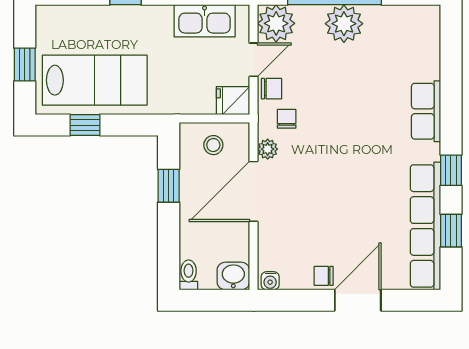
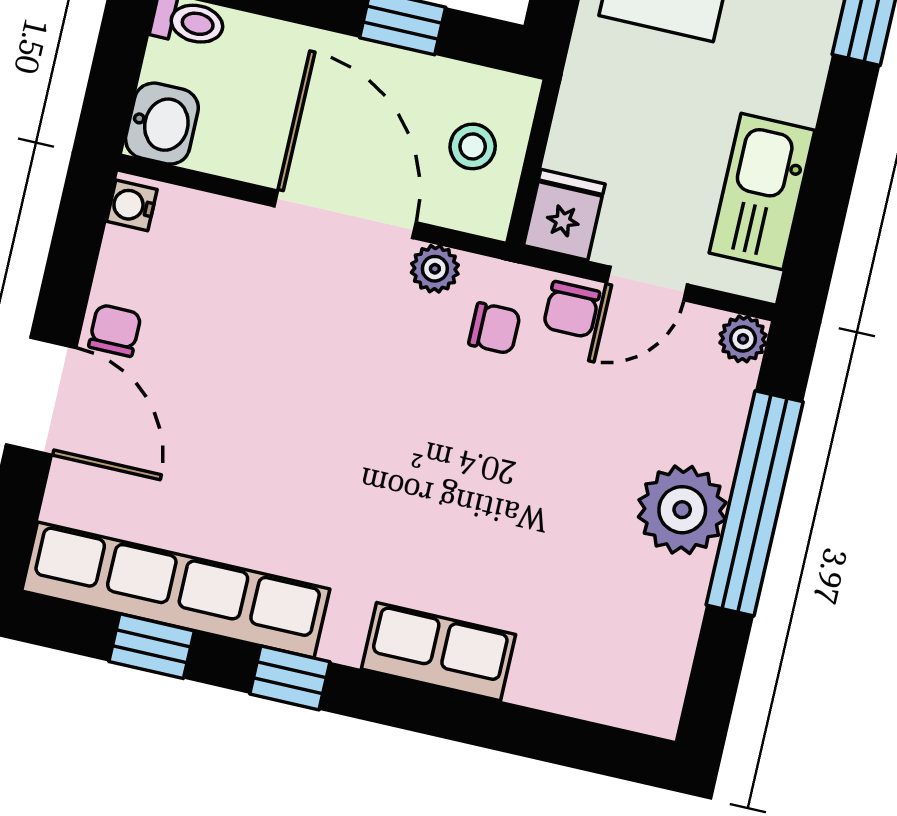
plant: (276, 23) -> (743, 339), width x0.53, depth x0.53
door: (254, 60) -> (647, 283), hinge flipped

